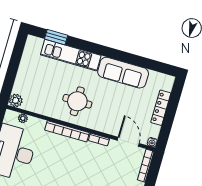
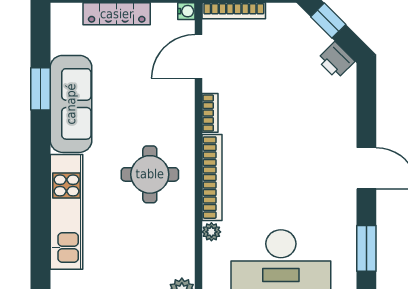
window: (56, 37) -> (41, 89), moved
plant: (23, 118) -> (211, 232), moved

